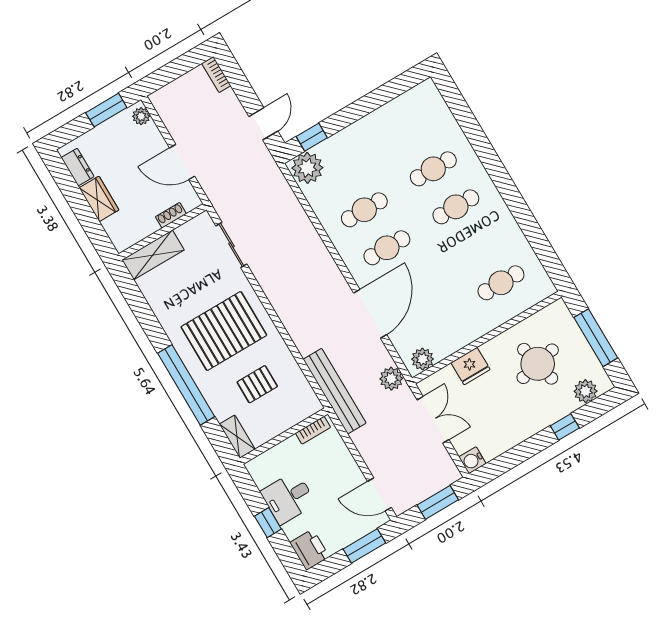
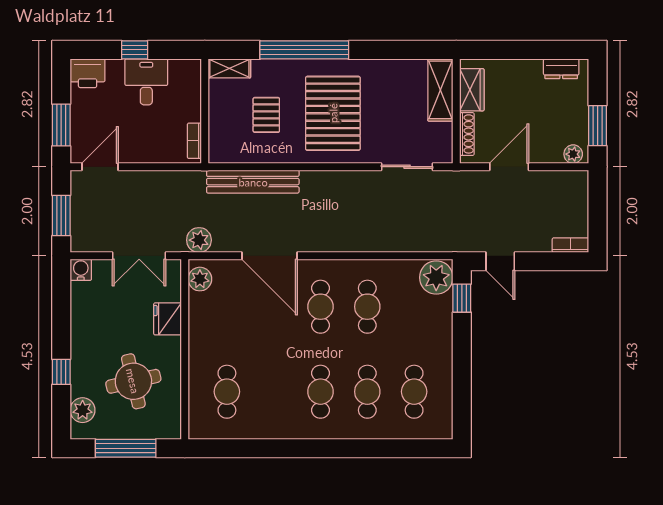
cafe table: (411, 131) -> (414, 392), added
wardrobe: (99, 199) -> (472, 90), moved, turned -90
shoe rack: (171, 215) -> (467, 134), width x1.43
bench: (335, 391) -> (253, 182), moved

